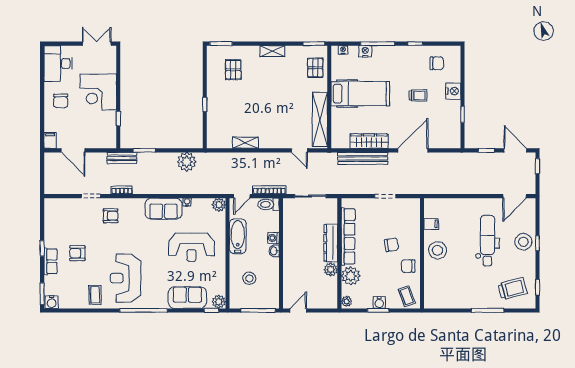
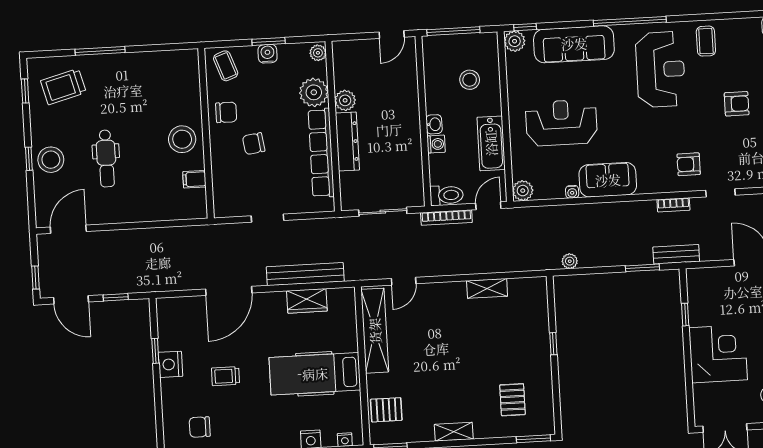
pallet: (315, 68) -> (386, 410), turned 90
nightstand: (453, 91) -> (171, 364), moved
wardrobe: (369, 141) -> (307, 301), width x0.67
door: (299, 150) -> (404, 281), swing flipped
plant: (187, 162) -> (570, 261), width x0.53, depth x0.53
dental chair: (487, 241) -> (106, 158), width x0.73, depth x0.72
sofa: (187, 298) -> (574, 44), width x1.36

